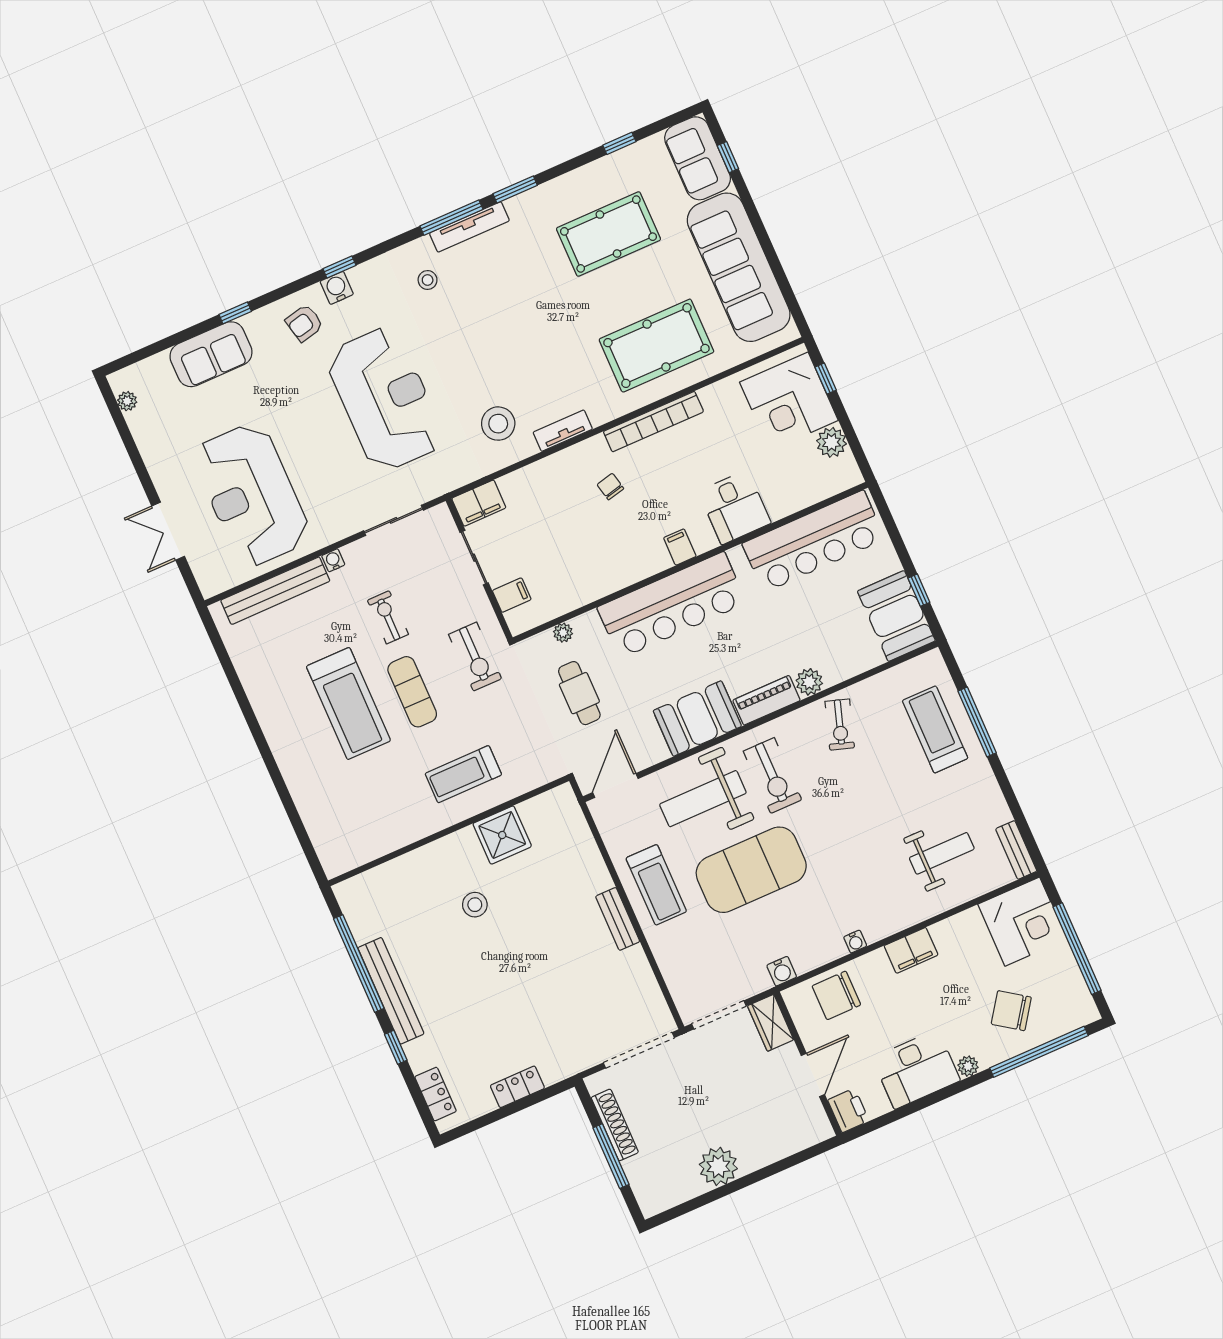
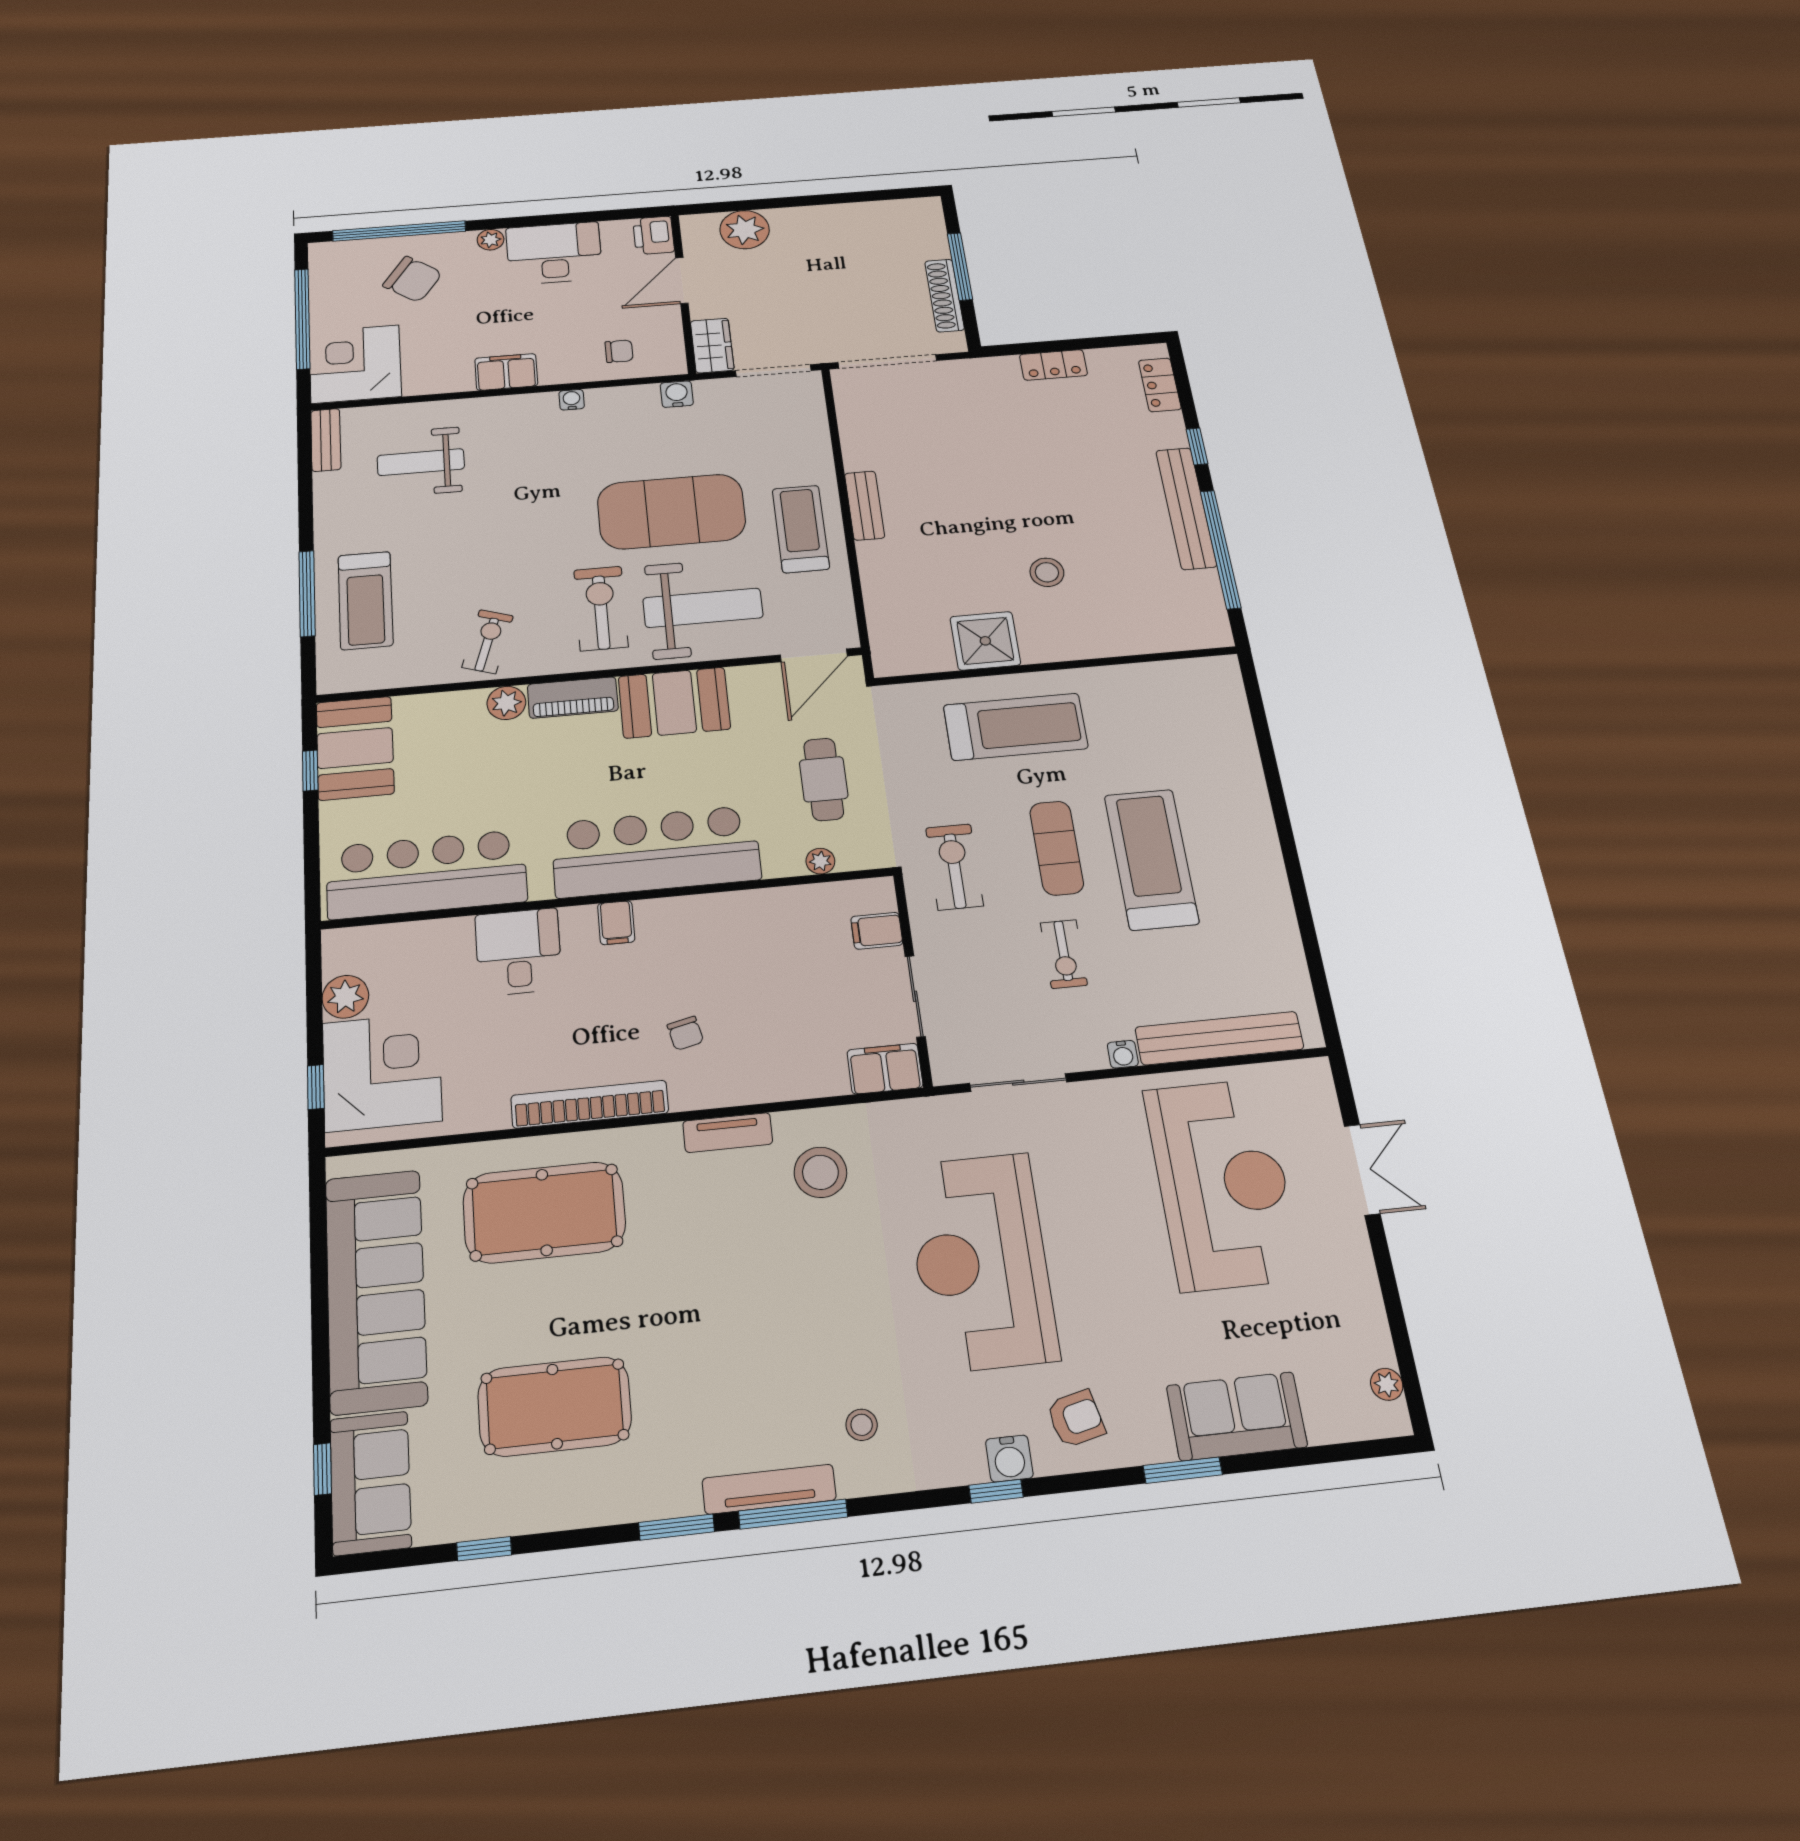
window: (235, 313) -> (1183, 1470), width x1.50
treadmill: (463, 774) -> (1016, 727), width x1.37, depth x1.38
chair: (836, 995) -> (619, 351), width x0.54, depth x0.54
plant: (718, 1166) -> (745, 230), moved

